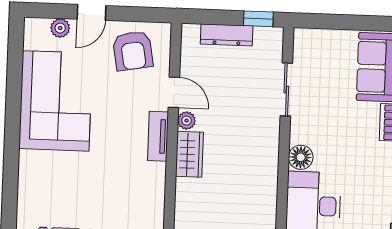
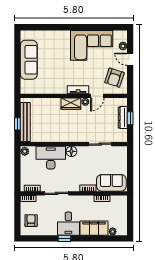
window: (258, 19) -> (130, 118), moved
armchair: (133, 51) -> (114, 78), turned -62

